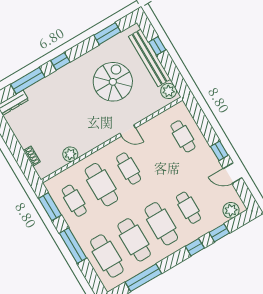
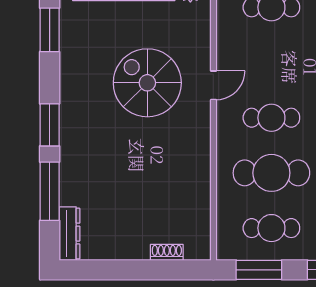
window: (60, 61) -> (50, 125), width x1.50
spiral stairs: (113, 82) -> (147, 83), moved
plant: (70, 154) -> (198, 193), removed

